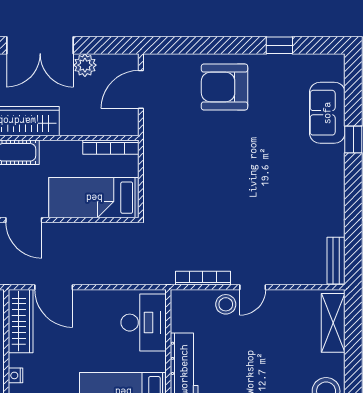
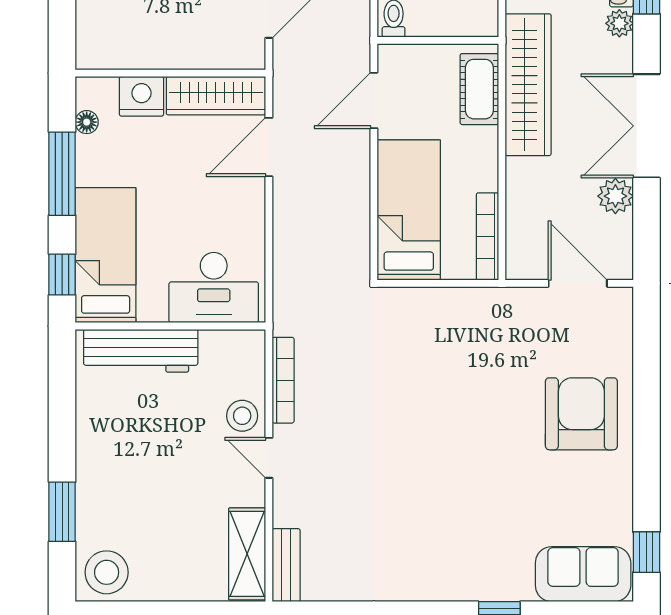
window: (279, 45) -> (646, 552), moved
sofa: (327, 113) -> (583, 574), moved
bench: (336, 261) -> (286, 565), moved, turned 90
shelving: (333, 323) -> (247, 554), moved, turned 90
nightstand: (15, 375) -> (142, 96), width x1.89, depth x1.79

